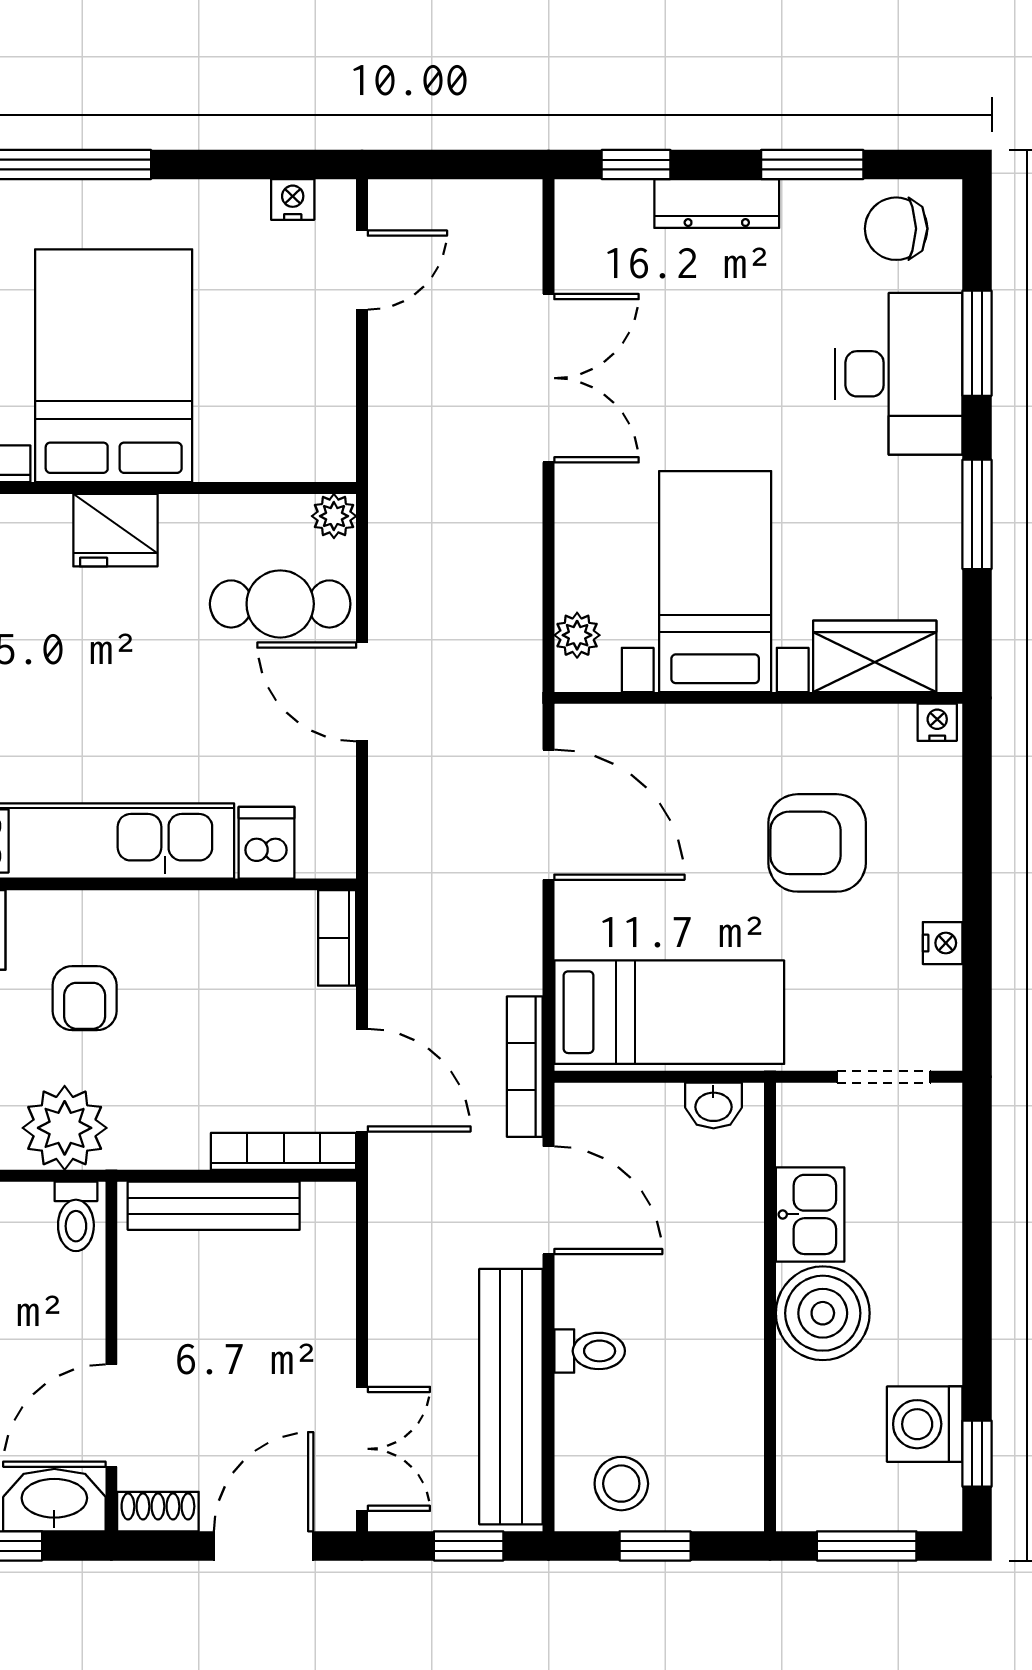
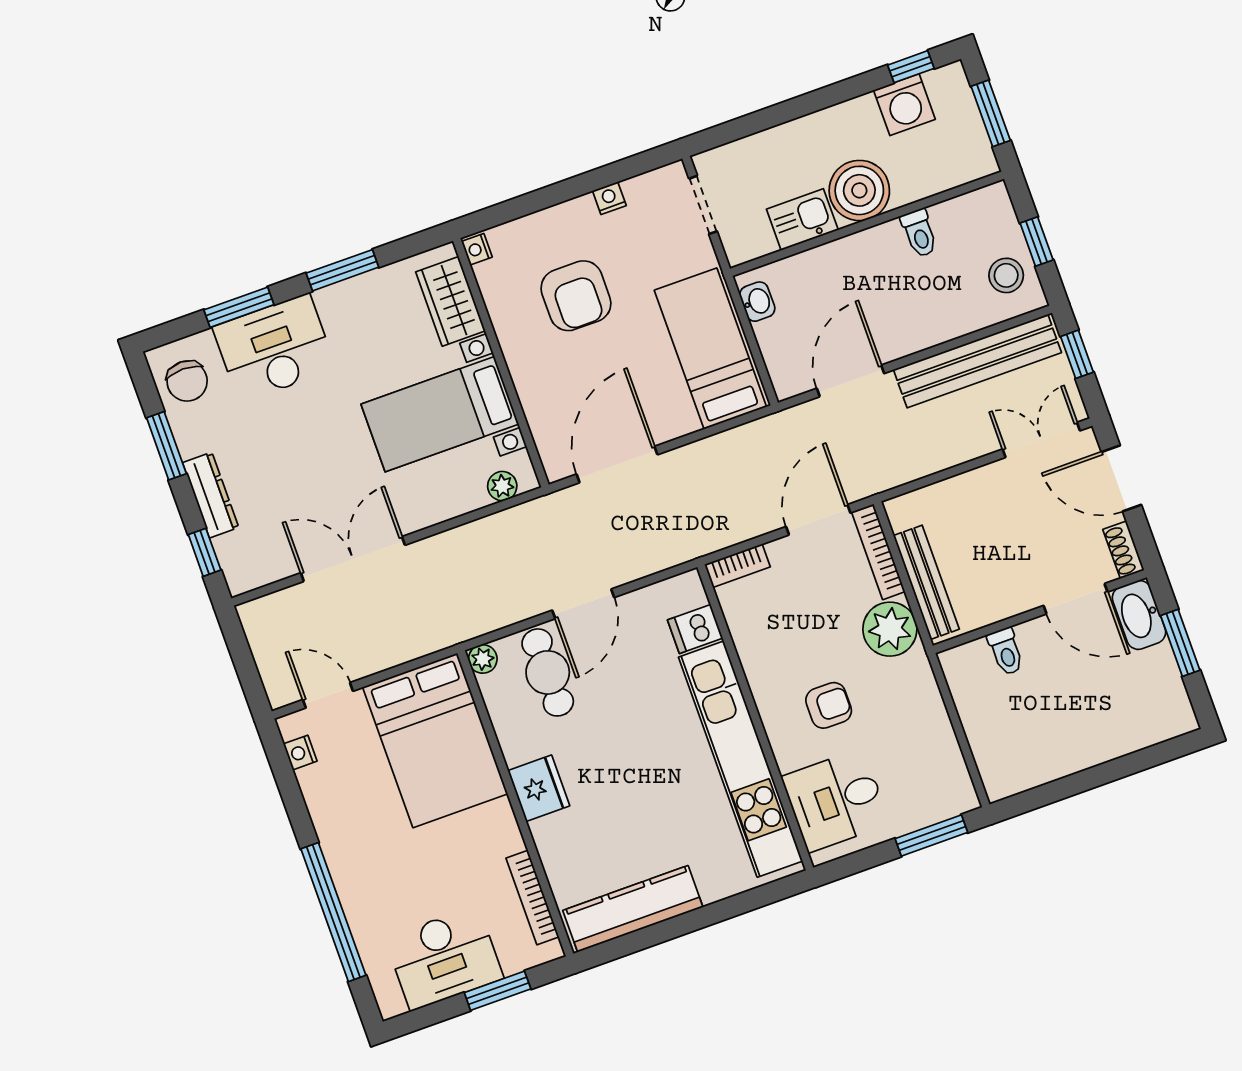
bed: (114, 366) -> (435, 740), moved, turned -90
bookcase: (525, 1067) -> (775, 424), removed
plant: (65, 1128) -> (890, 629), moved
toilet: (76, 1216) -> (1006, 651), moved, turned 90
toilet: (590, 1351) -> (919, 233), moved, turned 180

